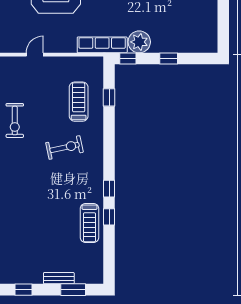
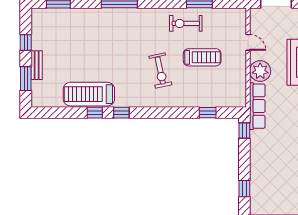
plant: (139, 42) -> (260, 71), moved
window: (169, 59) -> (244, 189), moved
treadmill: (79, 102) -> (202, 57), moved
treadmill: (90, 223) -> (89, 94), width x1.37, depth x1.38
window: (24, 290) -> (26, 43), moved

